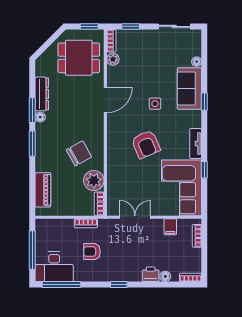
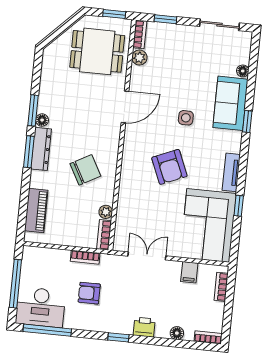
dresser: (42, 94) -> (41, 149), moved
plant: (94, 181) -> (106, 212), width x0.53, depth x0.53
printer: (151, 274) -> (144, 327), moved

